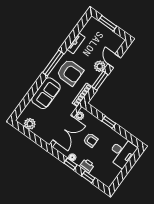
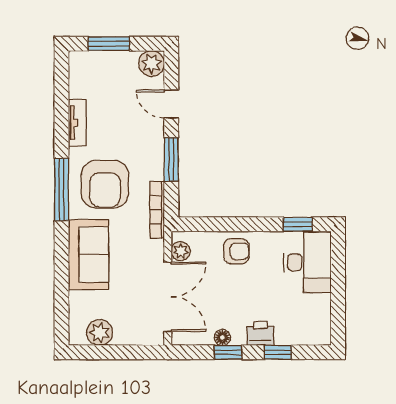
plant: (100, 66) -> (152, 64), moved
armchair: (70, 72) -> (105, 184), turned 90
window: (109, 122) -> (298, 224), moved
armchair: (91, 140) -> (236, 251), moved

